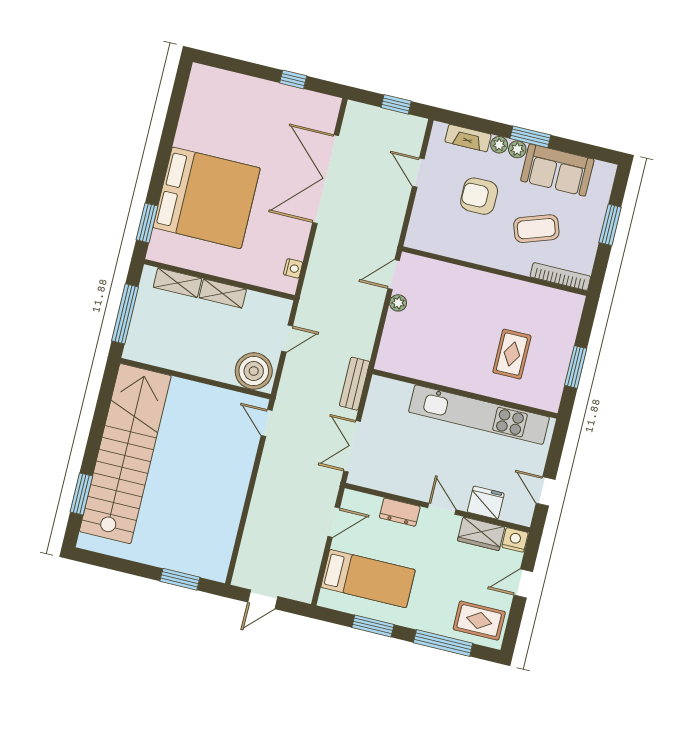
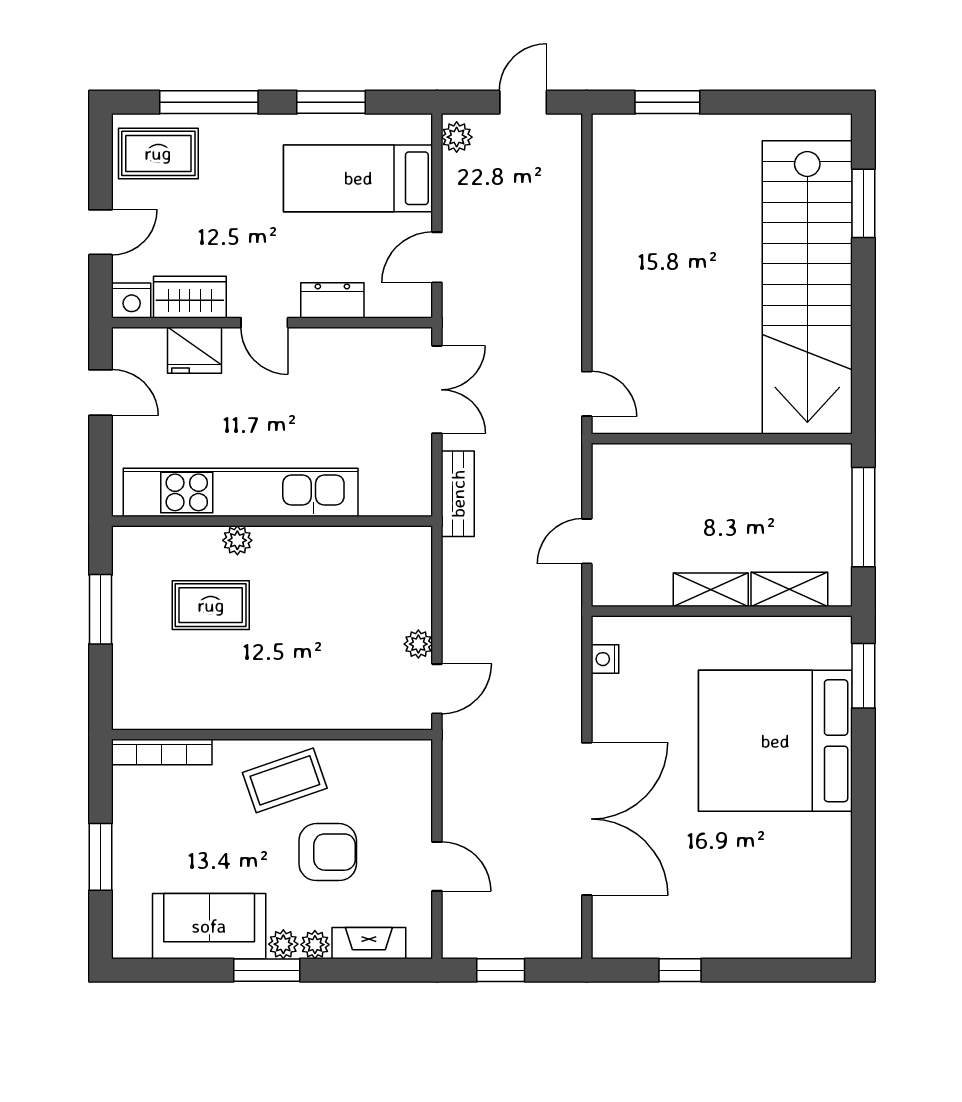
coffee table: (536, 229) -> (285, 780), moved
rug: (512, 354) -> (211, 605), turned 90
boiler: (254, 371) -> (629, 474), removed
plant: (488, 388) -> (237, 540), added
plant: (306, 589) -> (457, 137), added

